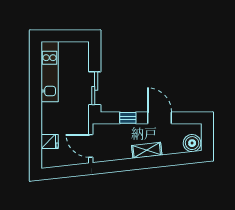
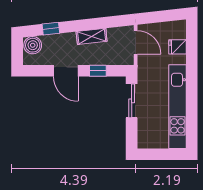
kitchen unit: (50, 72) -> (178, 107), width x1.36
shelving: (147, 150) -> (92, 36), moved
window: (174, 159) -> (51, 29), added

